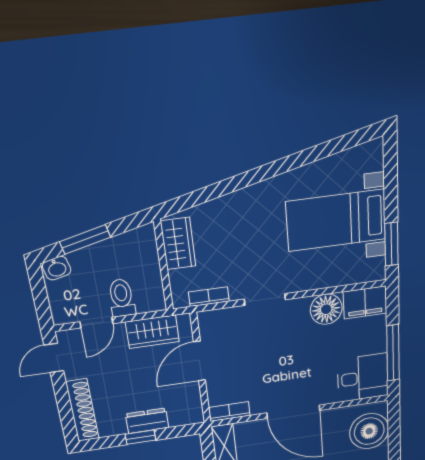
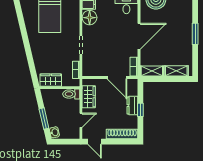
toilet: (122, 298) -> (71, 94), moved
door: (96, 323) -> (81, 120), hinge flipped
door: (200, 361) -> (117, 78), moved

